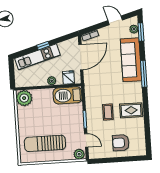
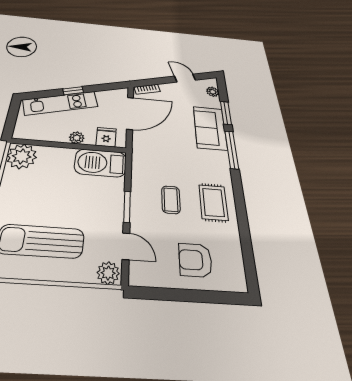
window: (141, 32) -> (226, 113), moved
sofa: (131, 60) -> (210, 128), width x0.73
rug: (131, 110) -> (213, 202), turned 90

